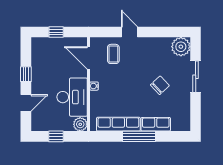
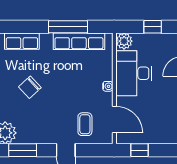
window: (56, 32) -> (139, 150), moved
window: (166, 32) -> (23, 150), added
row of seats: (156, 124) -> (22, 41), moved
window: (139, 136) -> (68, 27), moved

